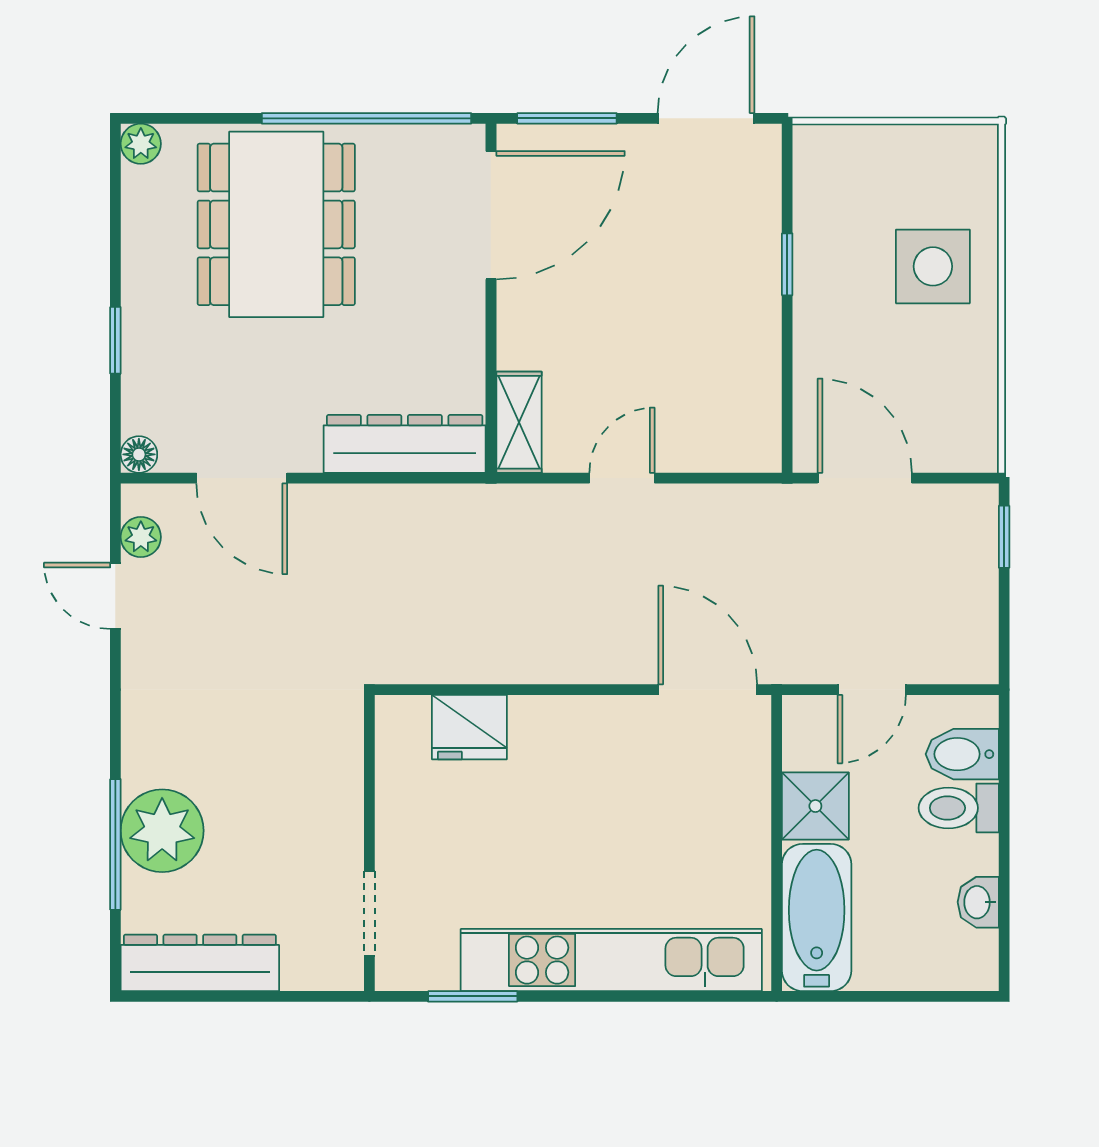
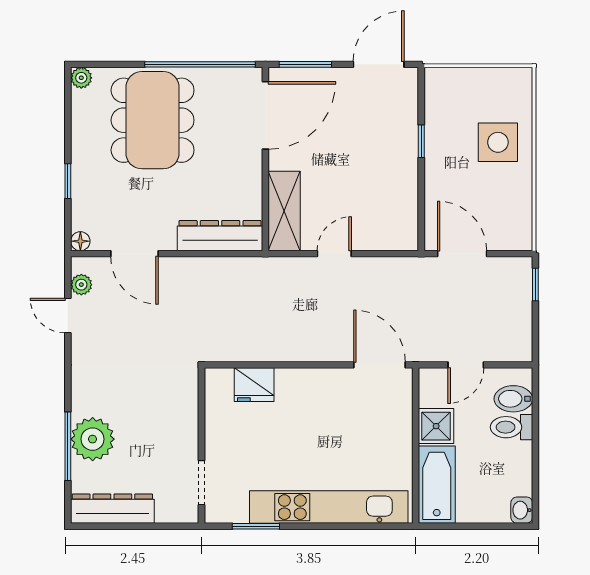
shelving: (519, 422) -> (284, 211), width x1.50, depth x1.33
washbasin: (978, 902) -> (522, 510), moved

